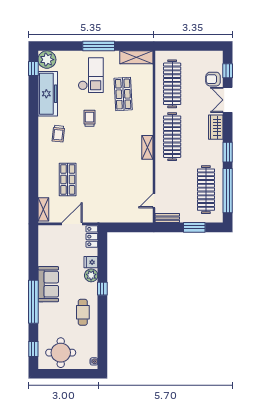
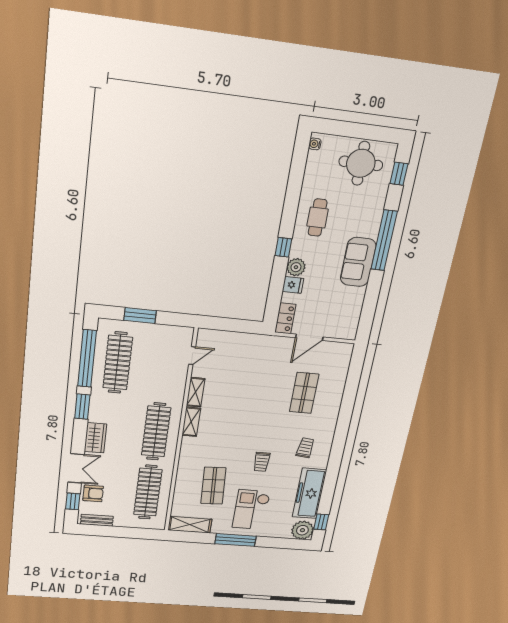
shelving: (43, 209) -> (196, 392), moved
bench: (167, 218) -> (97, 520), moved

